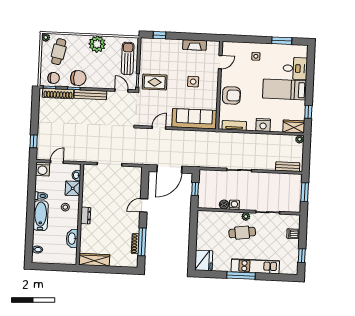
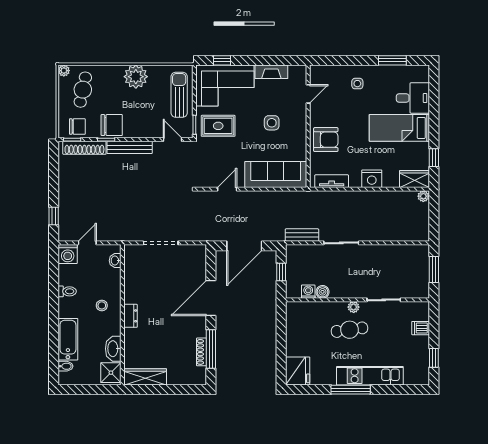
corner sofa: (161, 53) -> (225, 85), added
bench: (288, 167) -> (302, 235), moved
shower: (73, 188) -> (111, 373), moved
door: (144, 205) -> (211, 298), width x1.88
washing machine: (234, 205) -> (308, 292), moved
bathtub: (41, 216) -> (68, 339), moved

